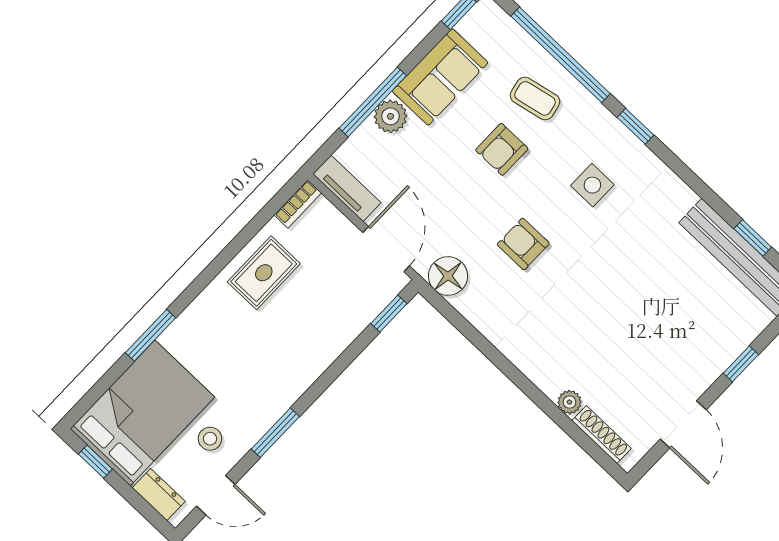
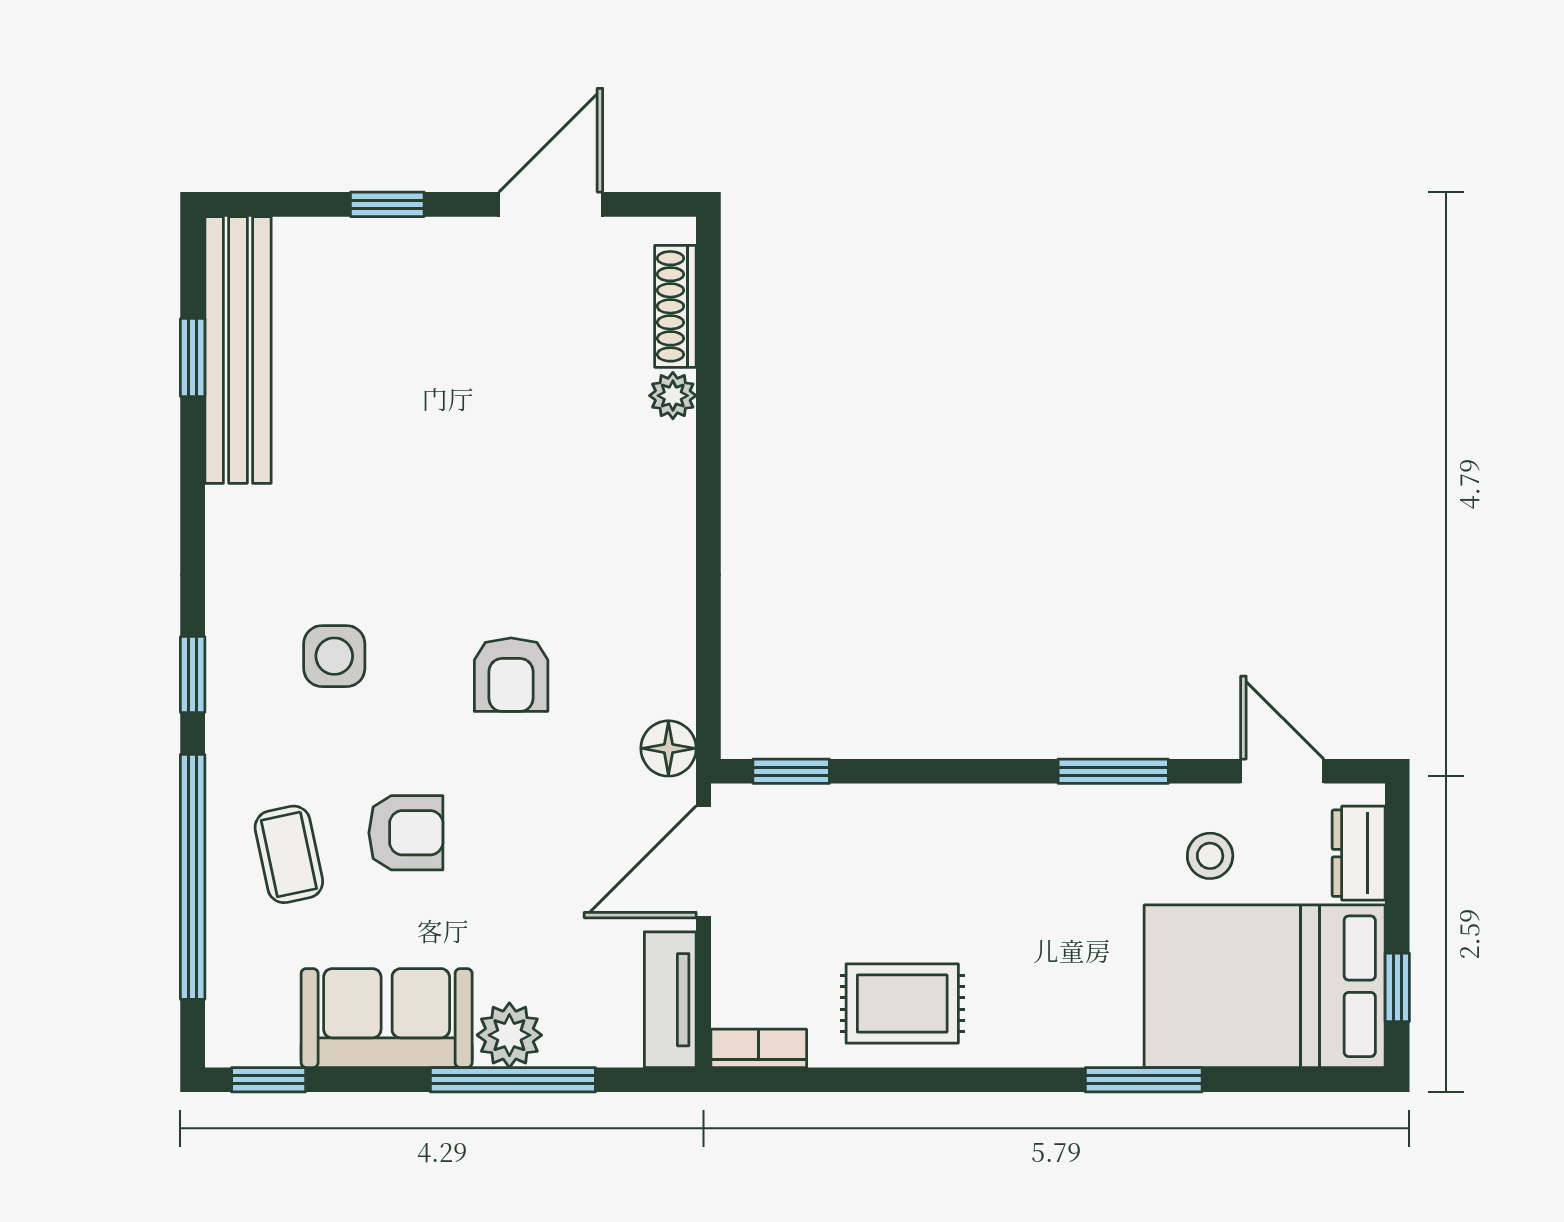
floor lamp: (448, 276) -> (668, 748), width x0.73, depth x0.73

